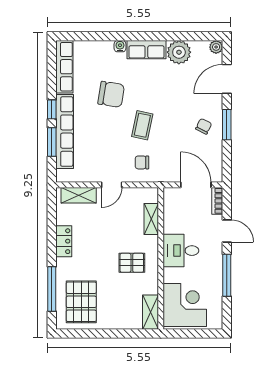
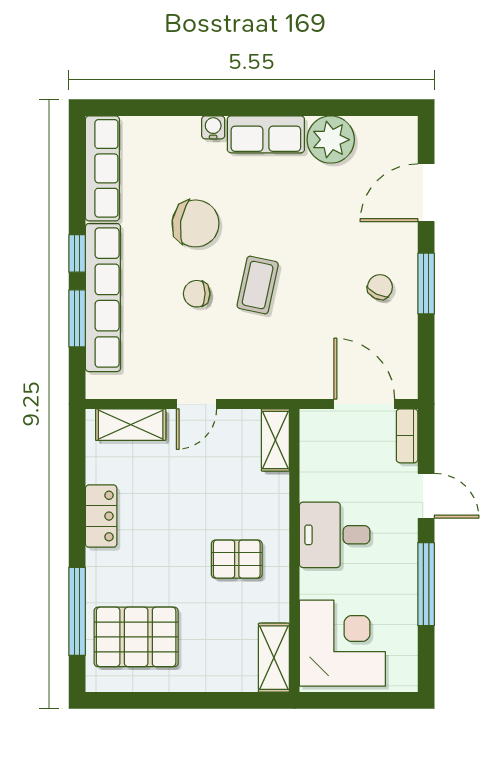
plant: (216, 47) -> (405, 129), removed
chair: (142, 162) -> (197, 294), moved
shelving: (151, 219) -> (275, 440), moved
pallet: (81, 302) -> (136, 637), turned 90

